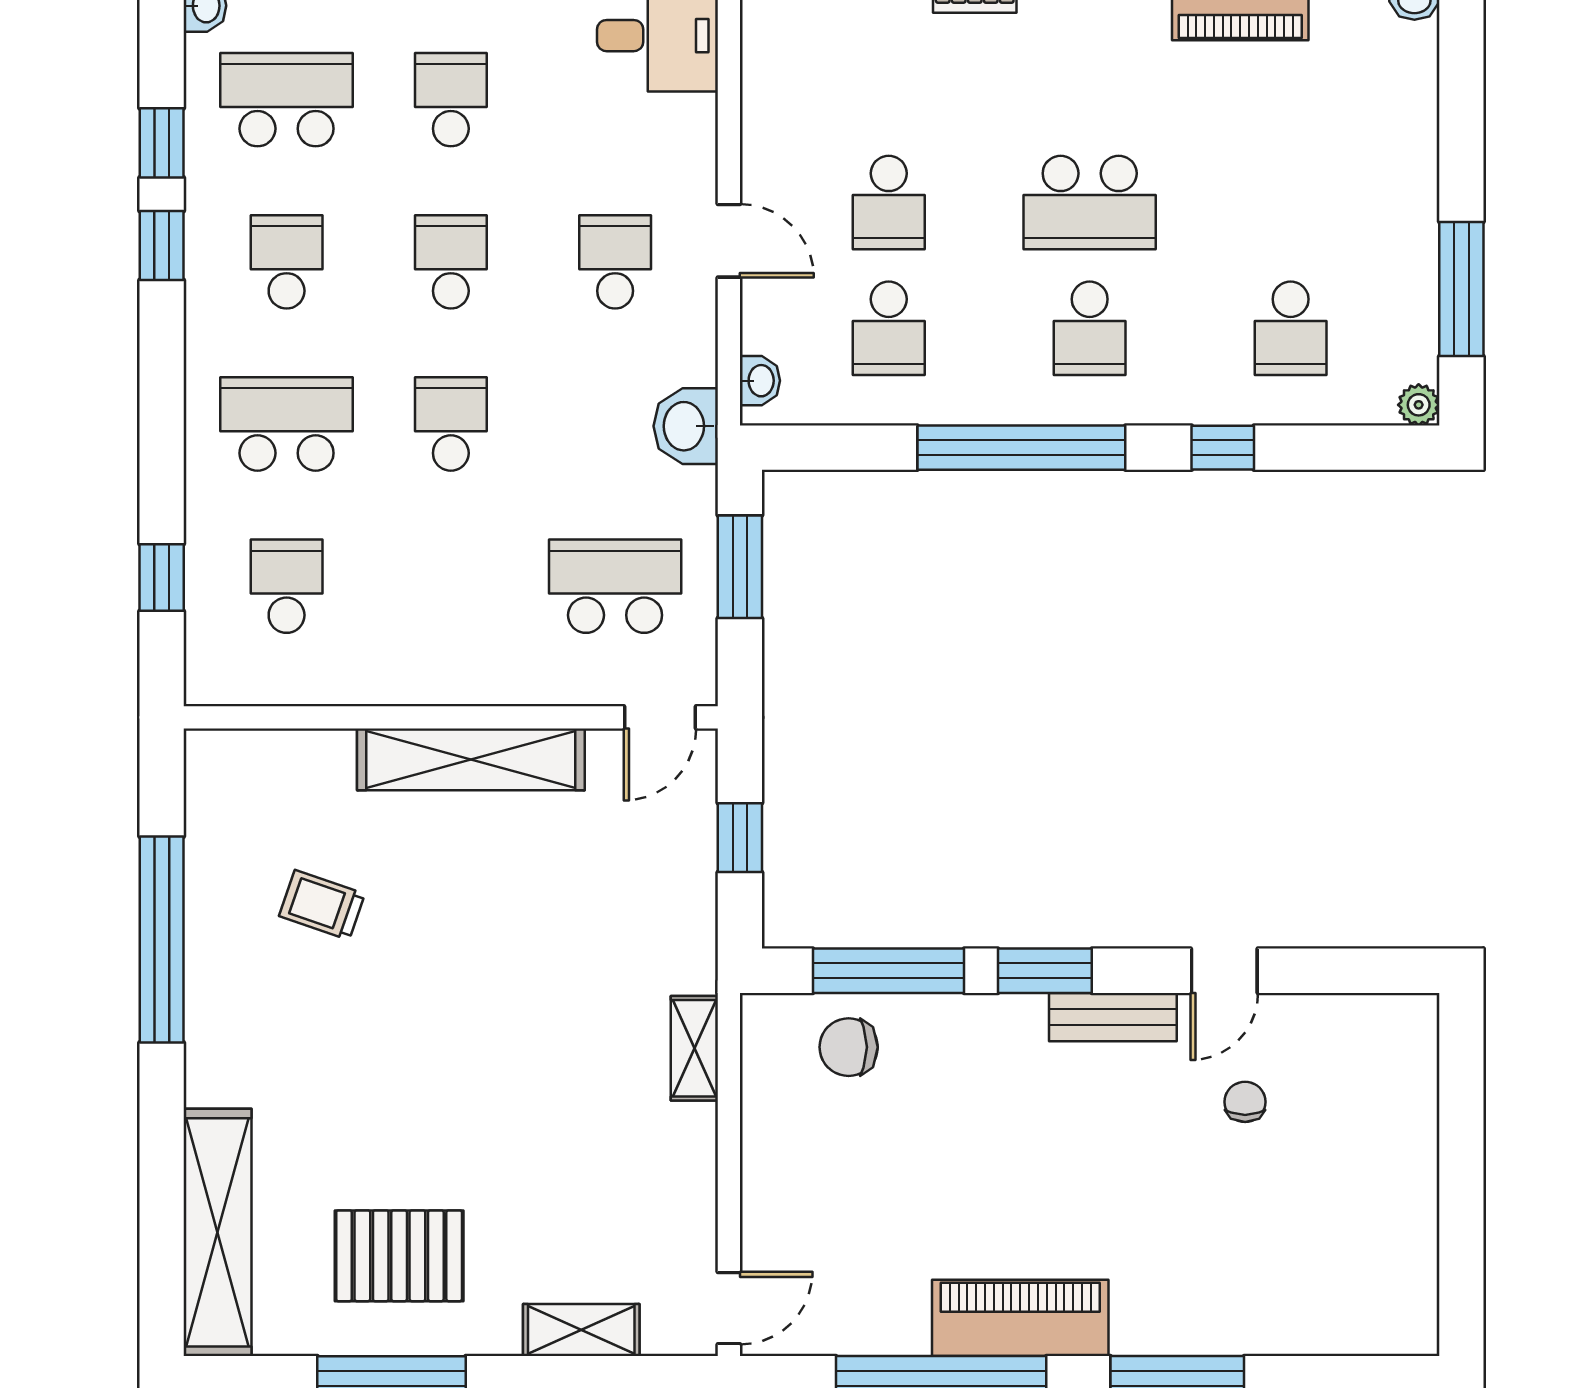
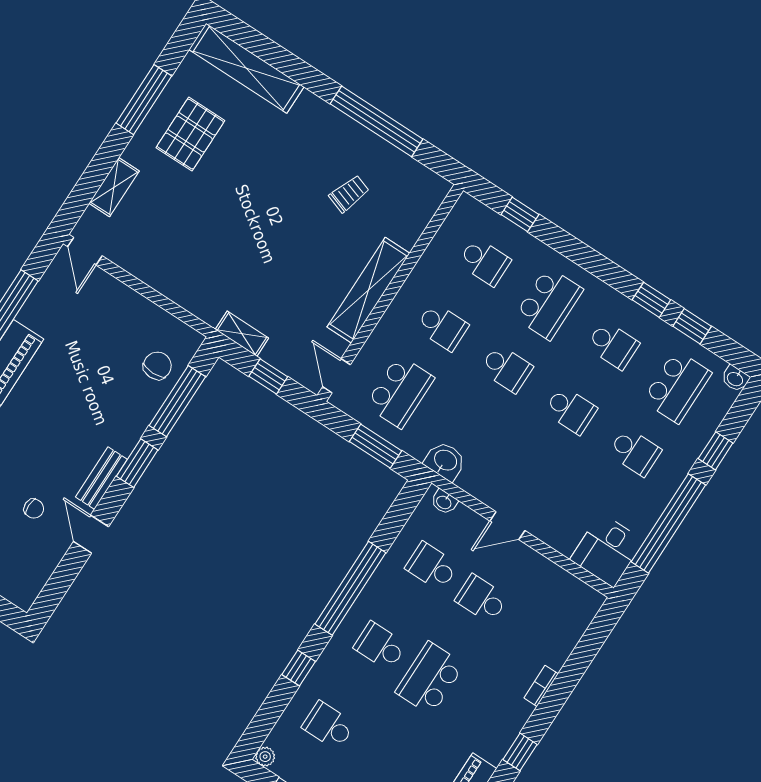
school desk: (615, 262) -> (442, 327), moved
shelving: (694, 1048) -> (242, 334), moved

